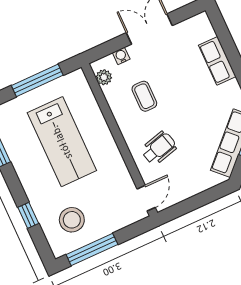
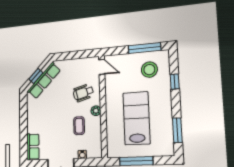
row of seats: (217, 61) -> (33, 147), moved
plant: (104, 77) -> (96, 111), moved
door: (146, 198) -> (102, 67), swing flipped

